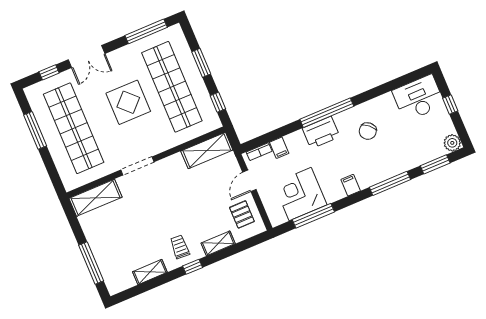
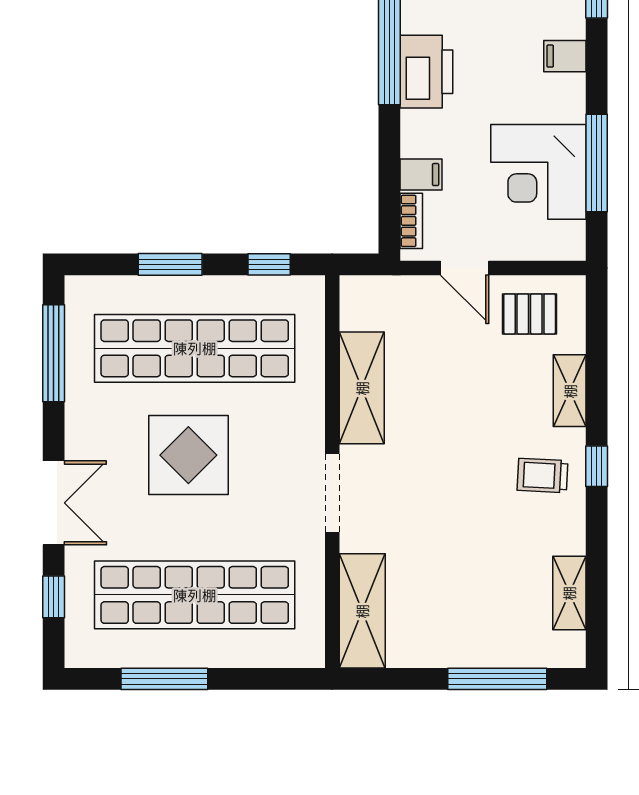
shelving: (207, 150) -> (362, 388), moved
shelving: (150, 272) -> (569, 593), moved

